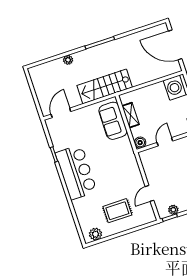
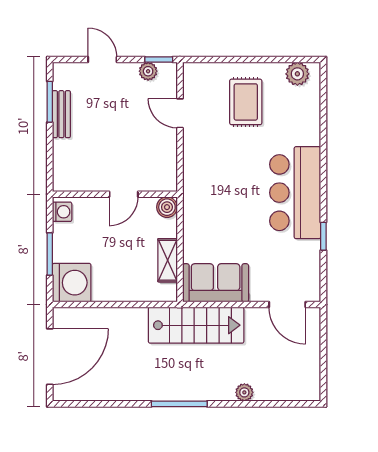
door: (175, 45) -> (50, 357), hinge flipped
door: (61, 113) -> (287, 305), hinge flipped
sofa: (113, 121) -> (216, 283), moved, turned -90
door: (150, 193) -> (180, 113), swing flipped
rug: (117, 211) -> (246, 102), turned 90

